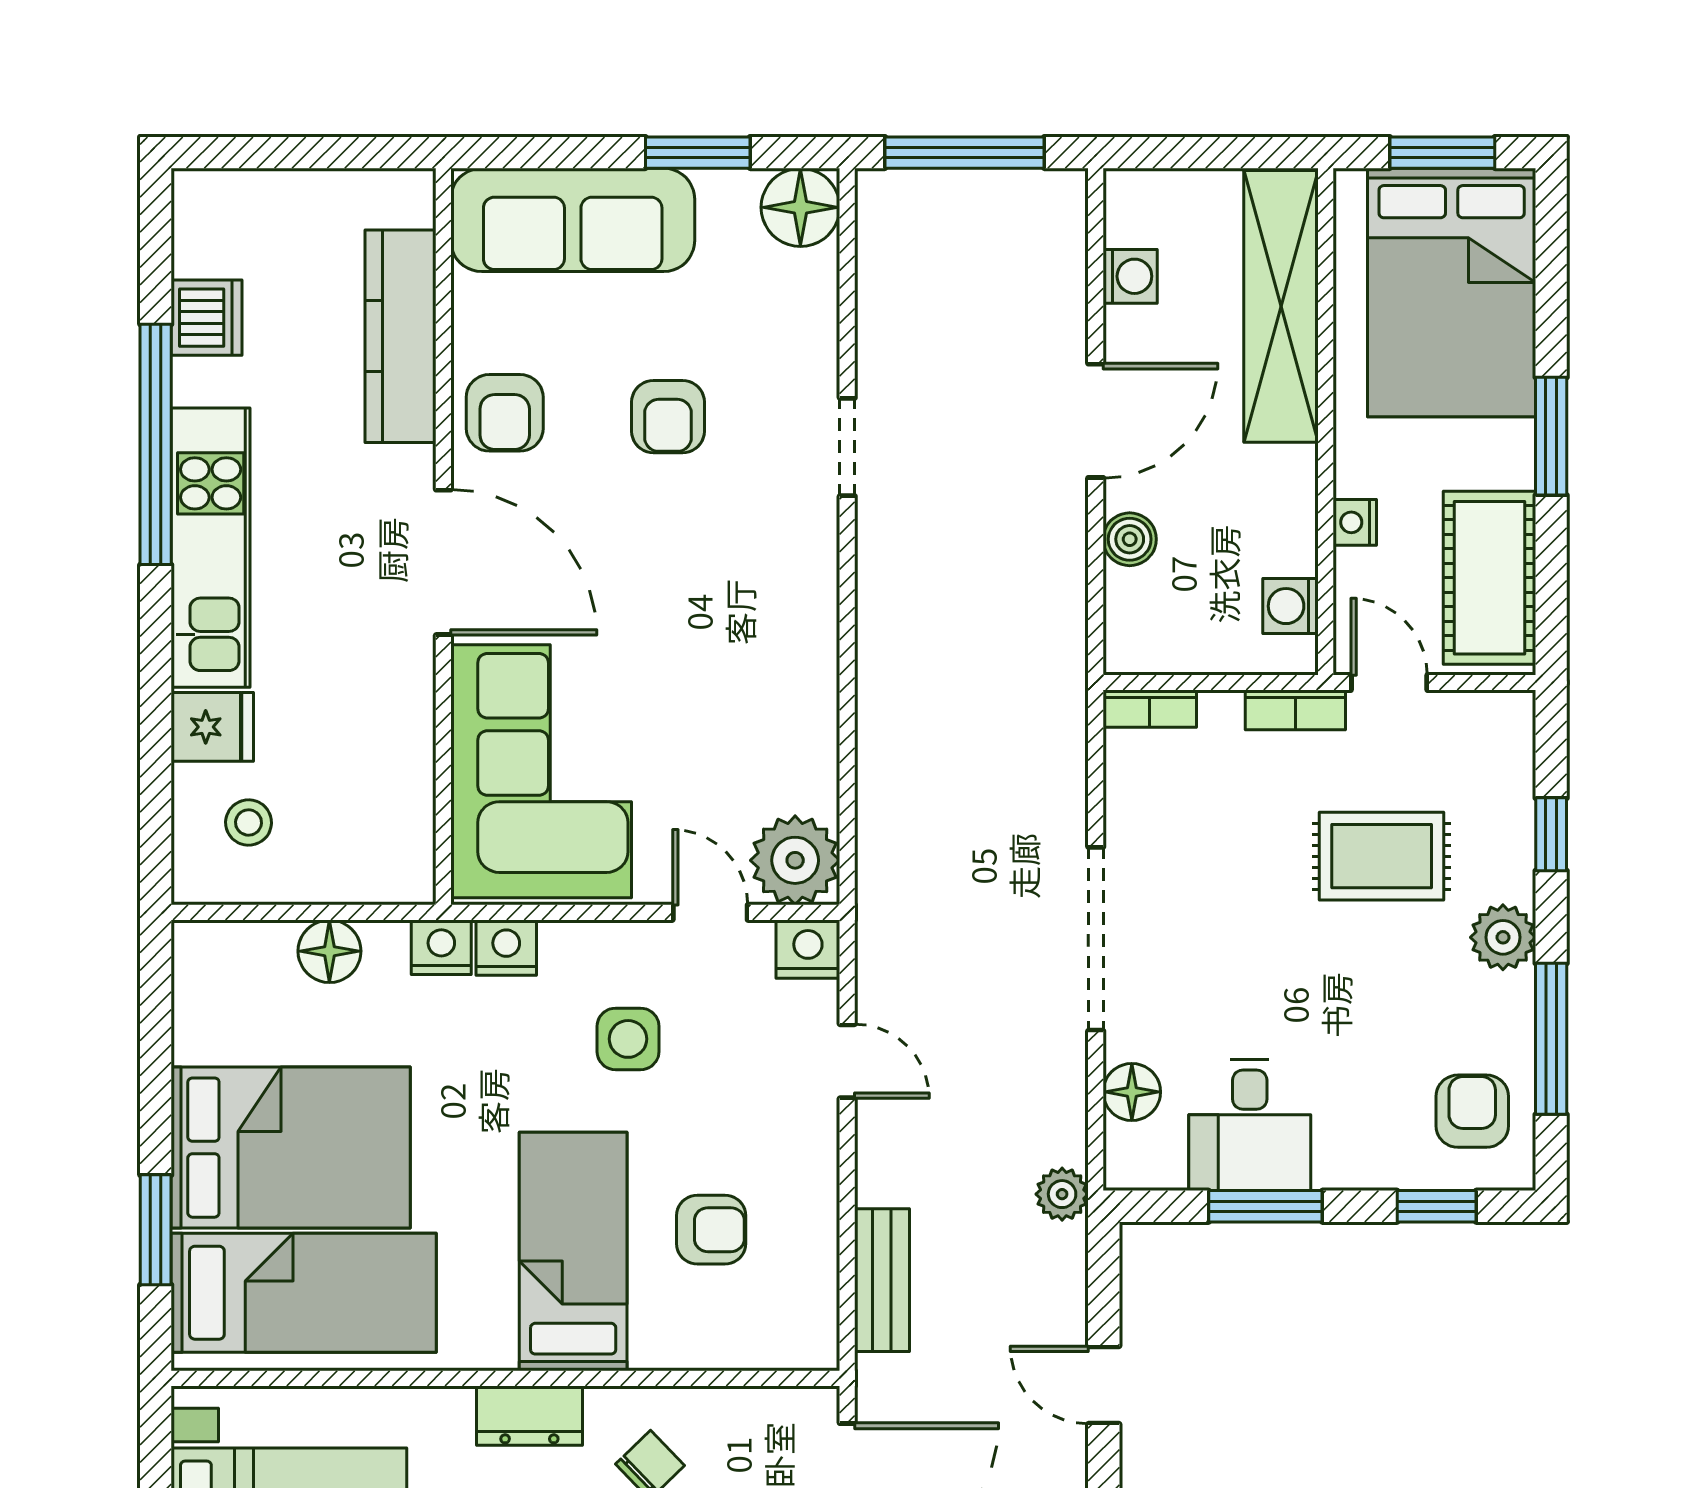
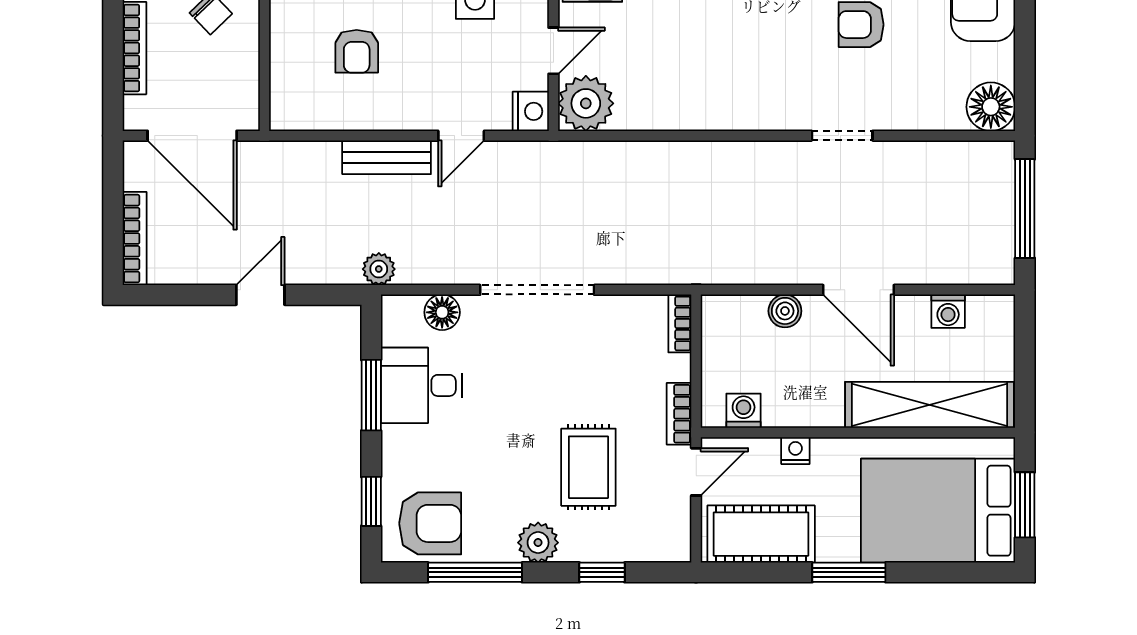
window: (698, 153) -> (1025, 43), removed
armchair: (1472, 1111) -> (430, 523), width x1.38, depth x1.38
bench: (882, 1280) -> (387, 157), moved

